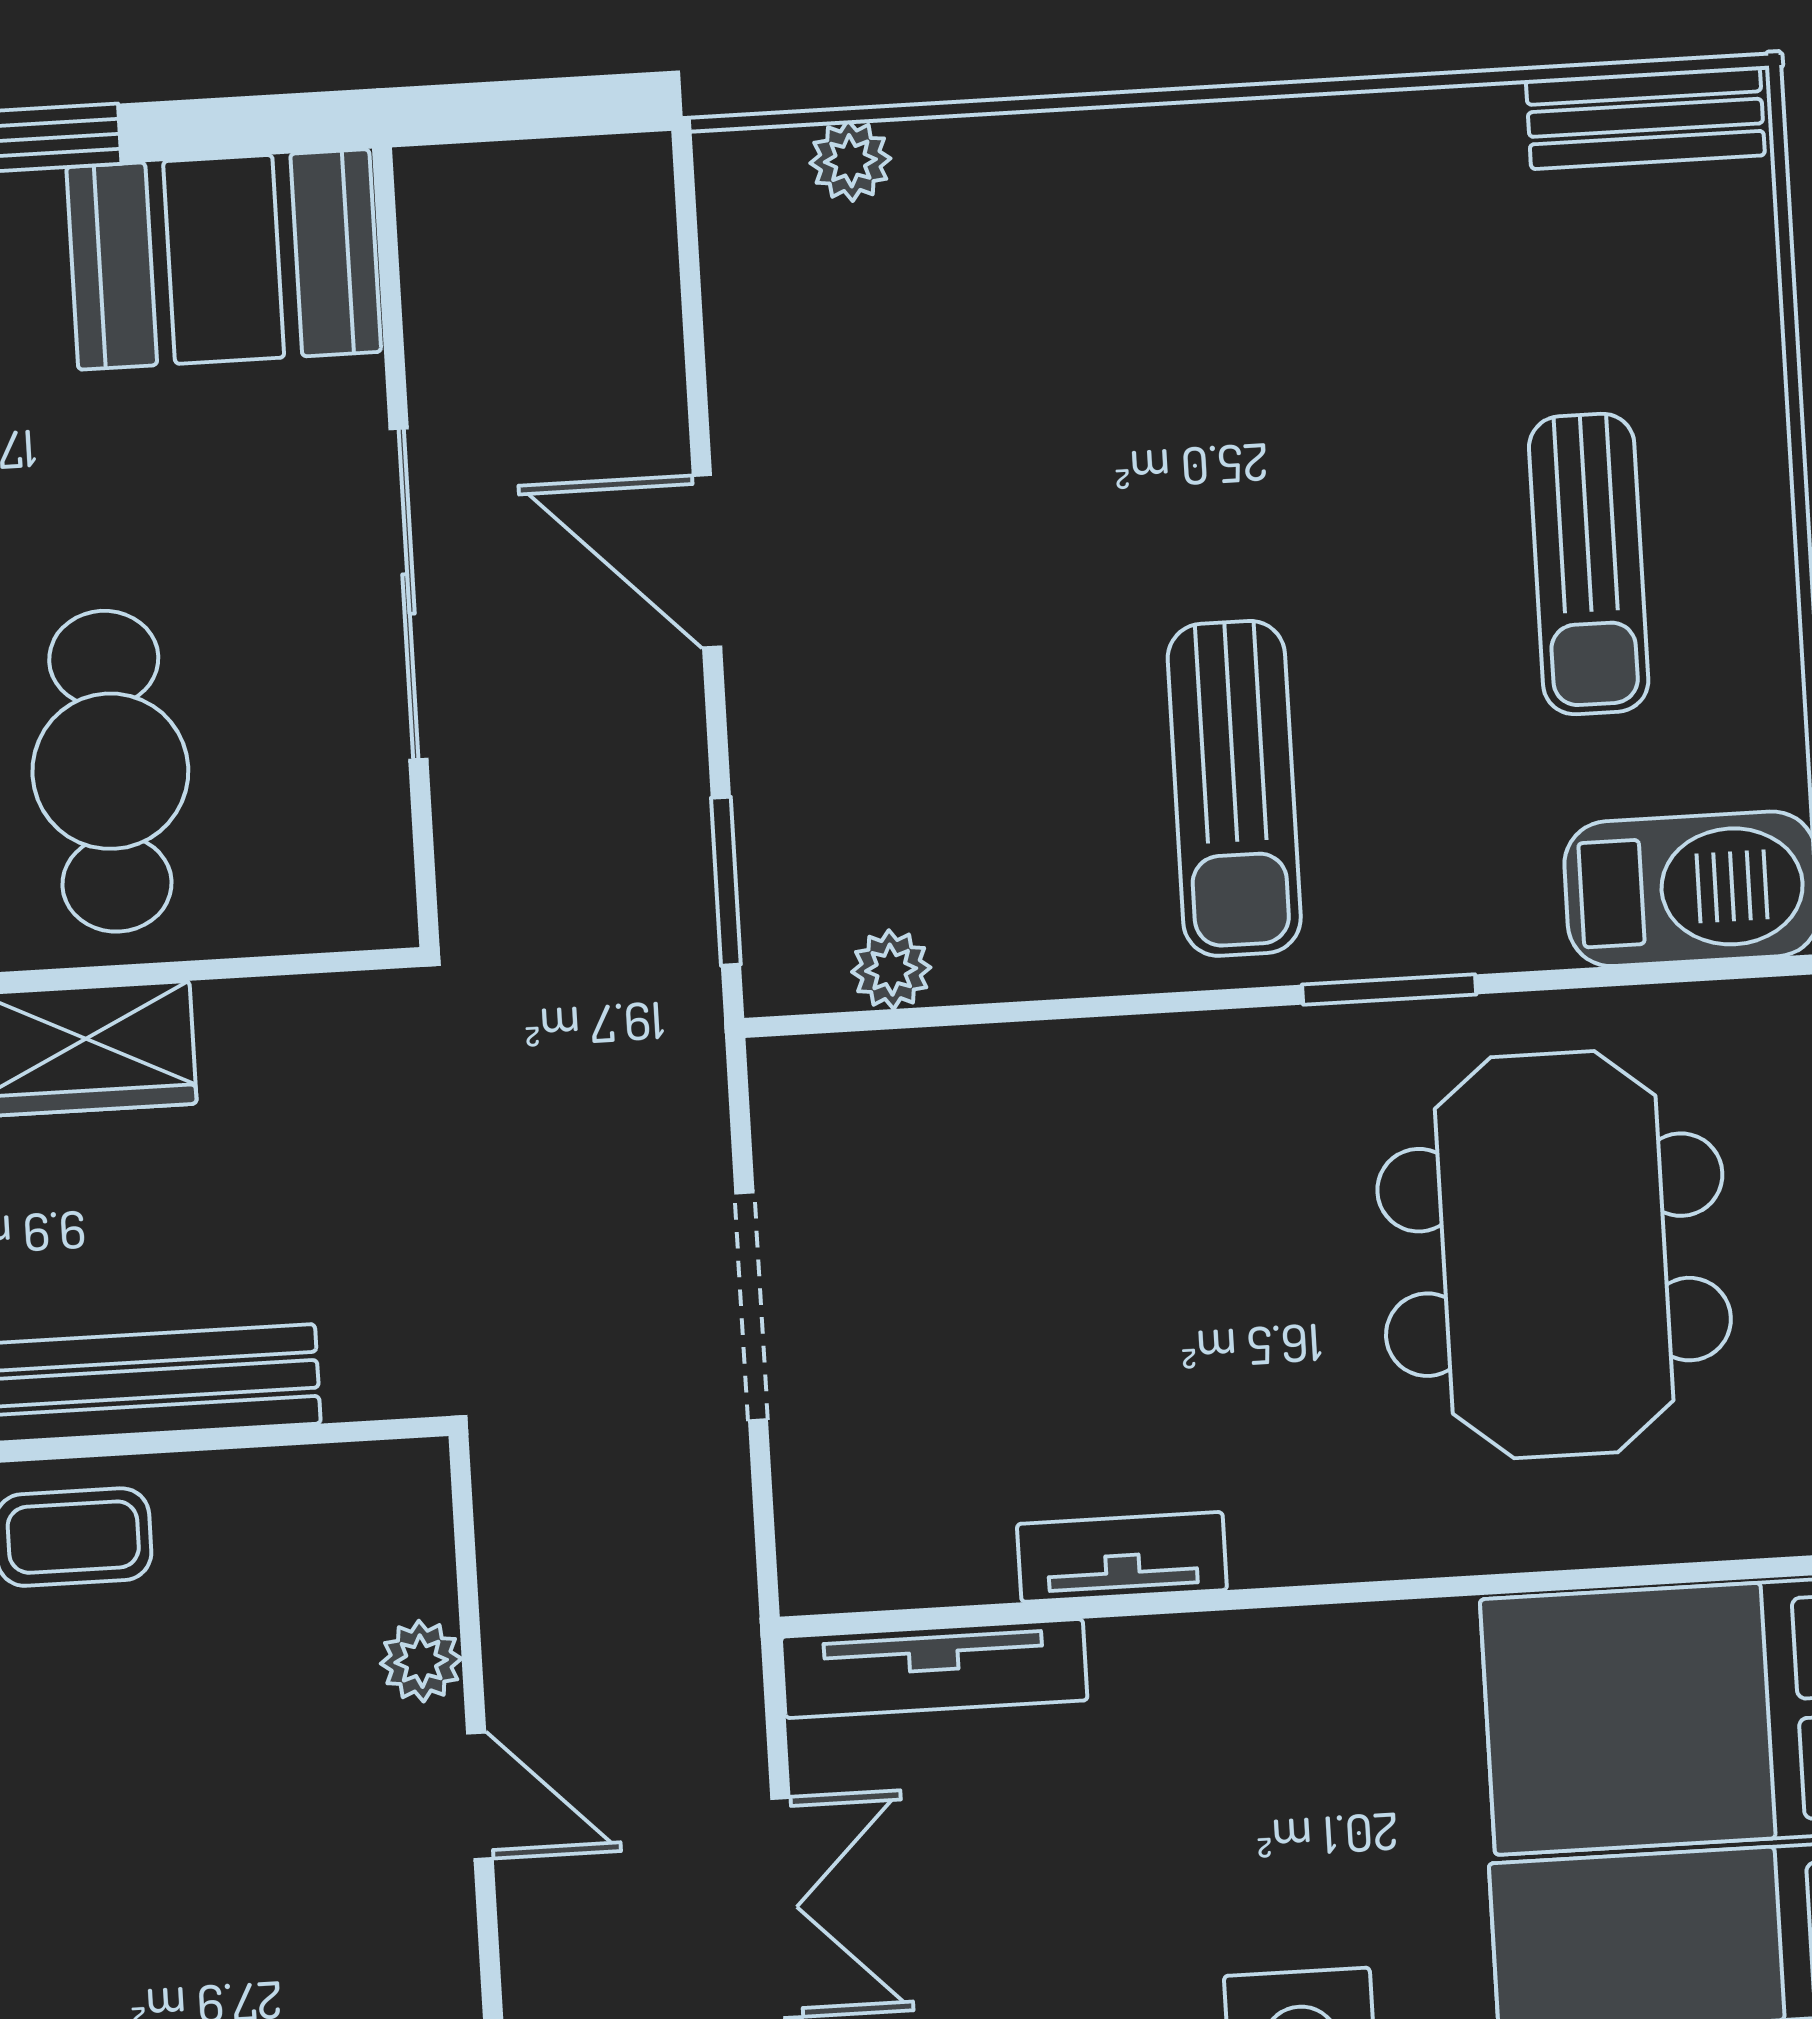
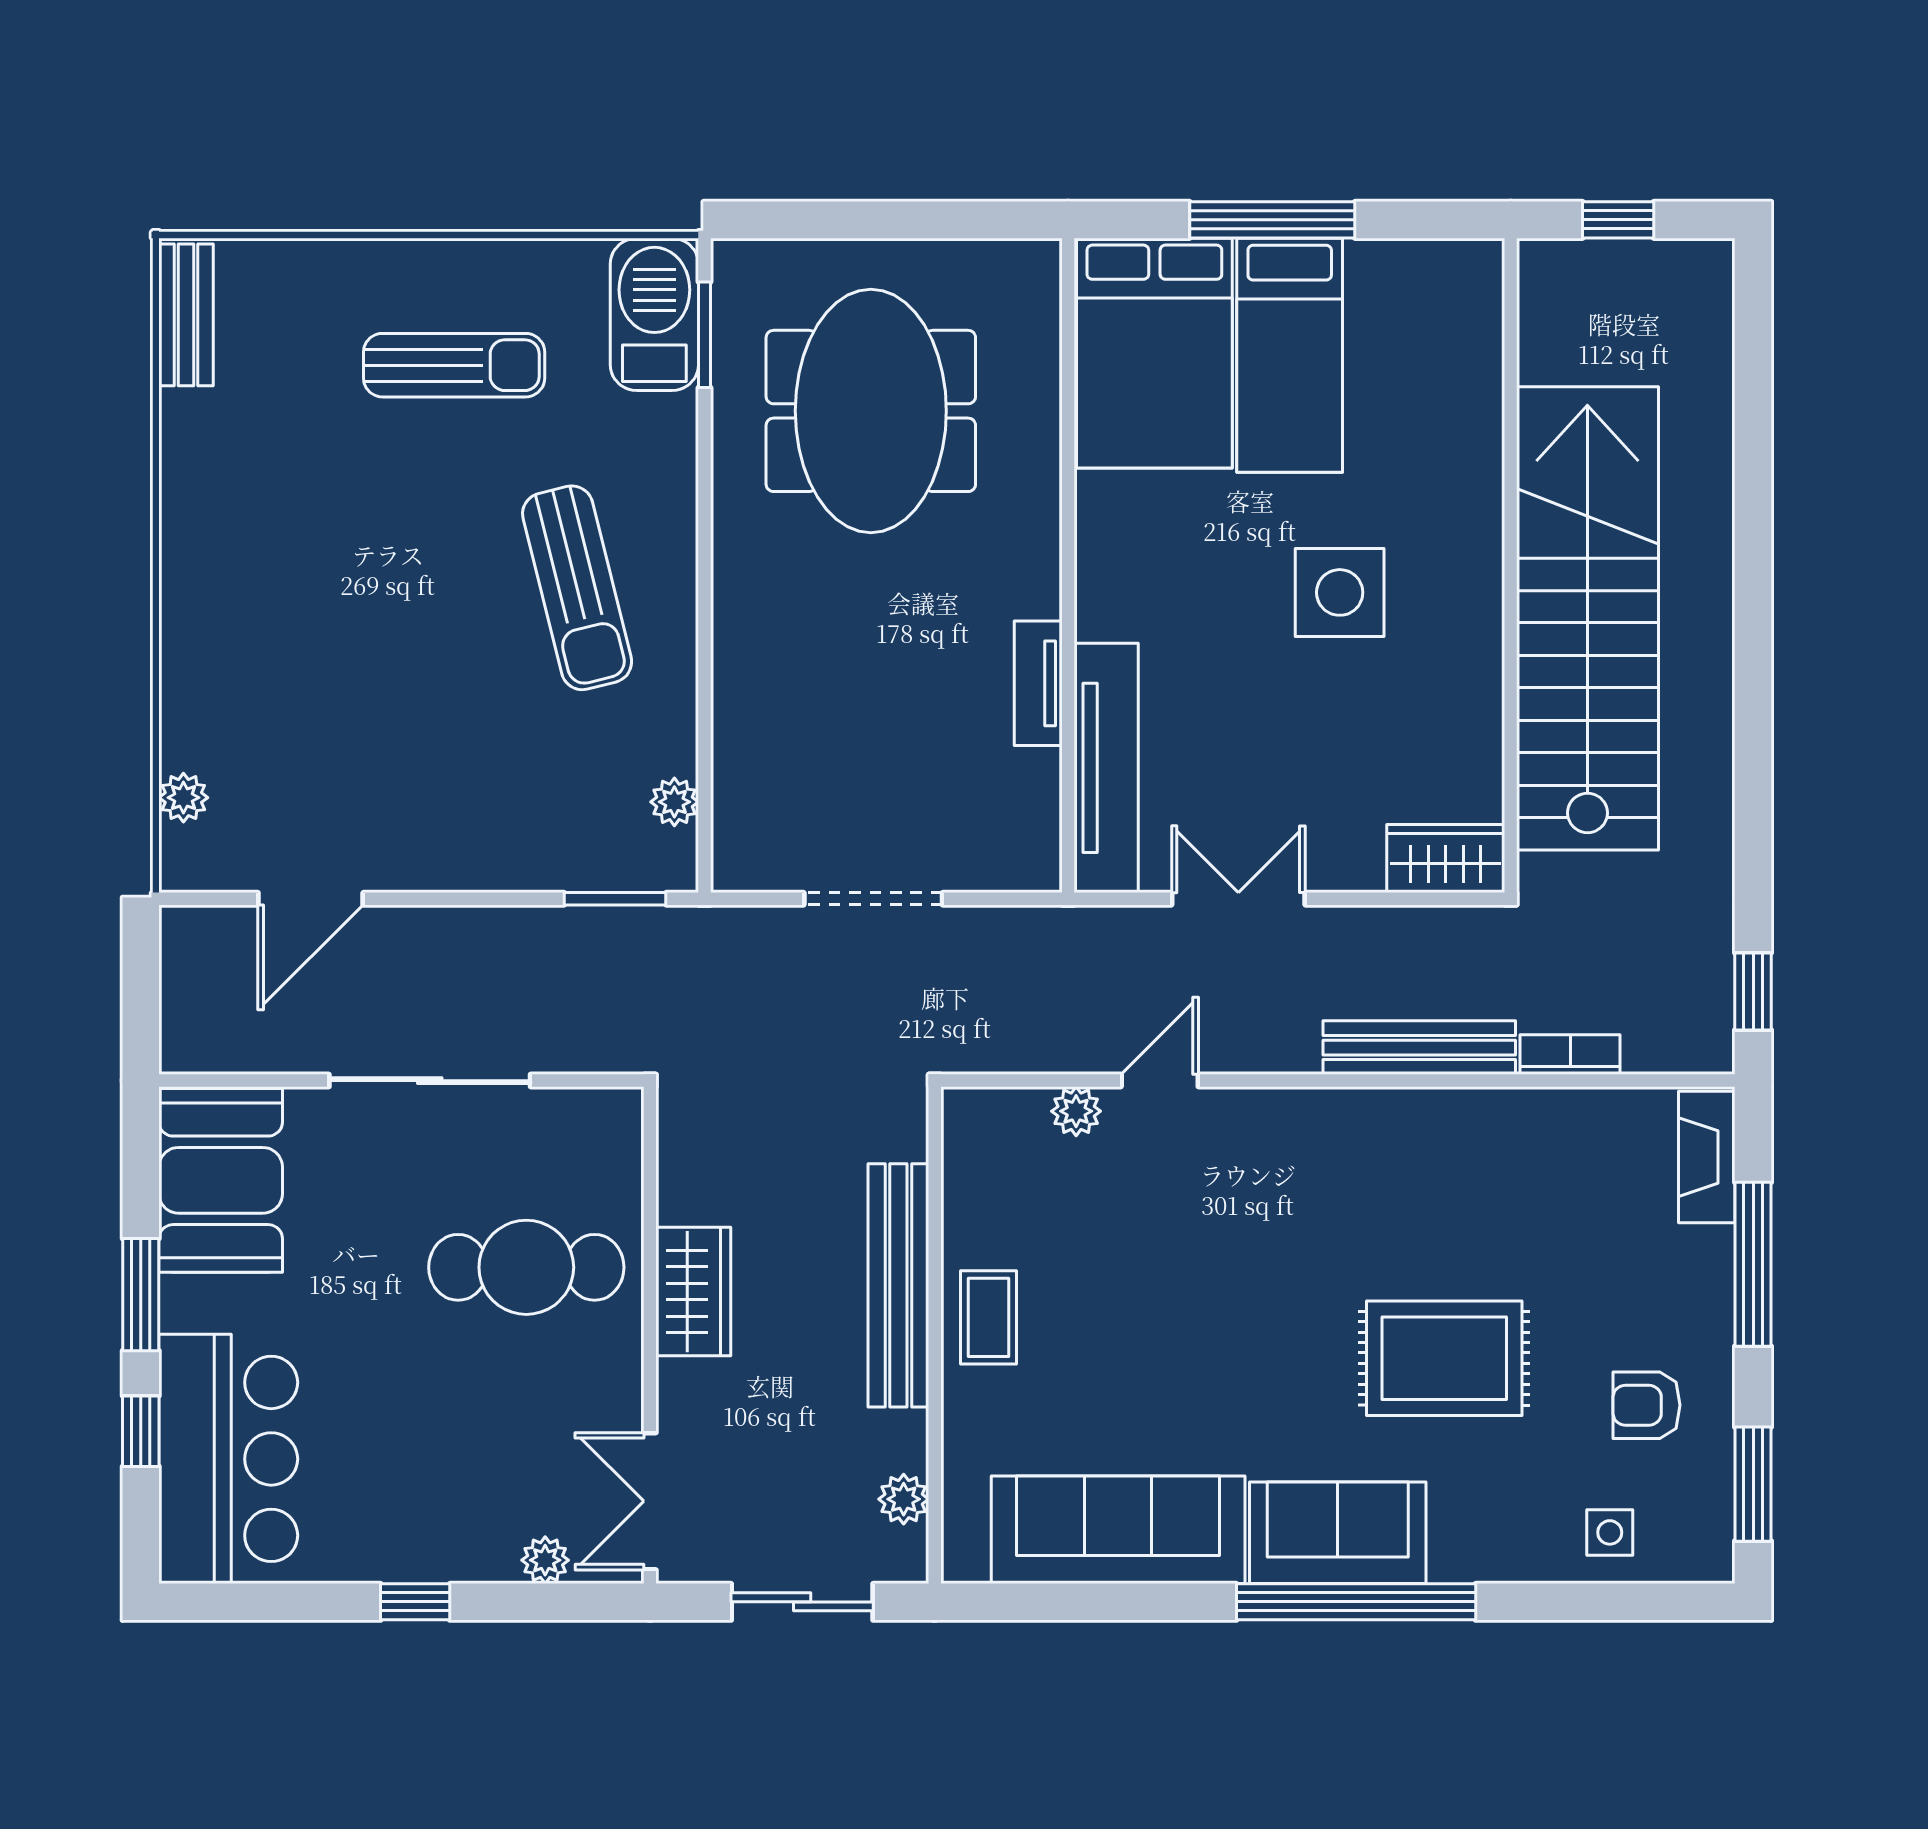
door: (707, 561) -> (311, 899), moved
sun lounger: (1234, 788) -> (577, 588), turned 76
window: (1389, 990) -> (704, 335), moved
meeting table: (1554, 1255) -> (871, 411), turned 90
tv unit: (934, 1669) -> (1106, 768), width x1.36, depth x1.29

